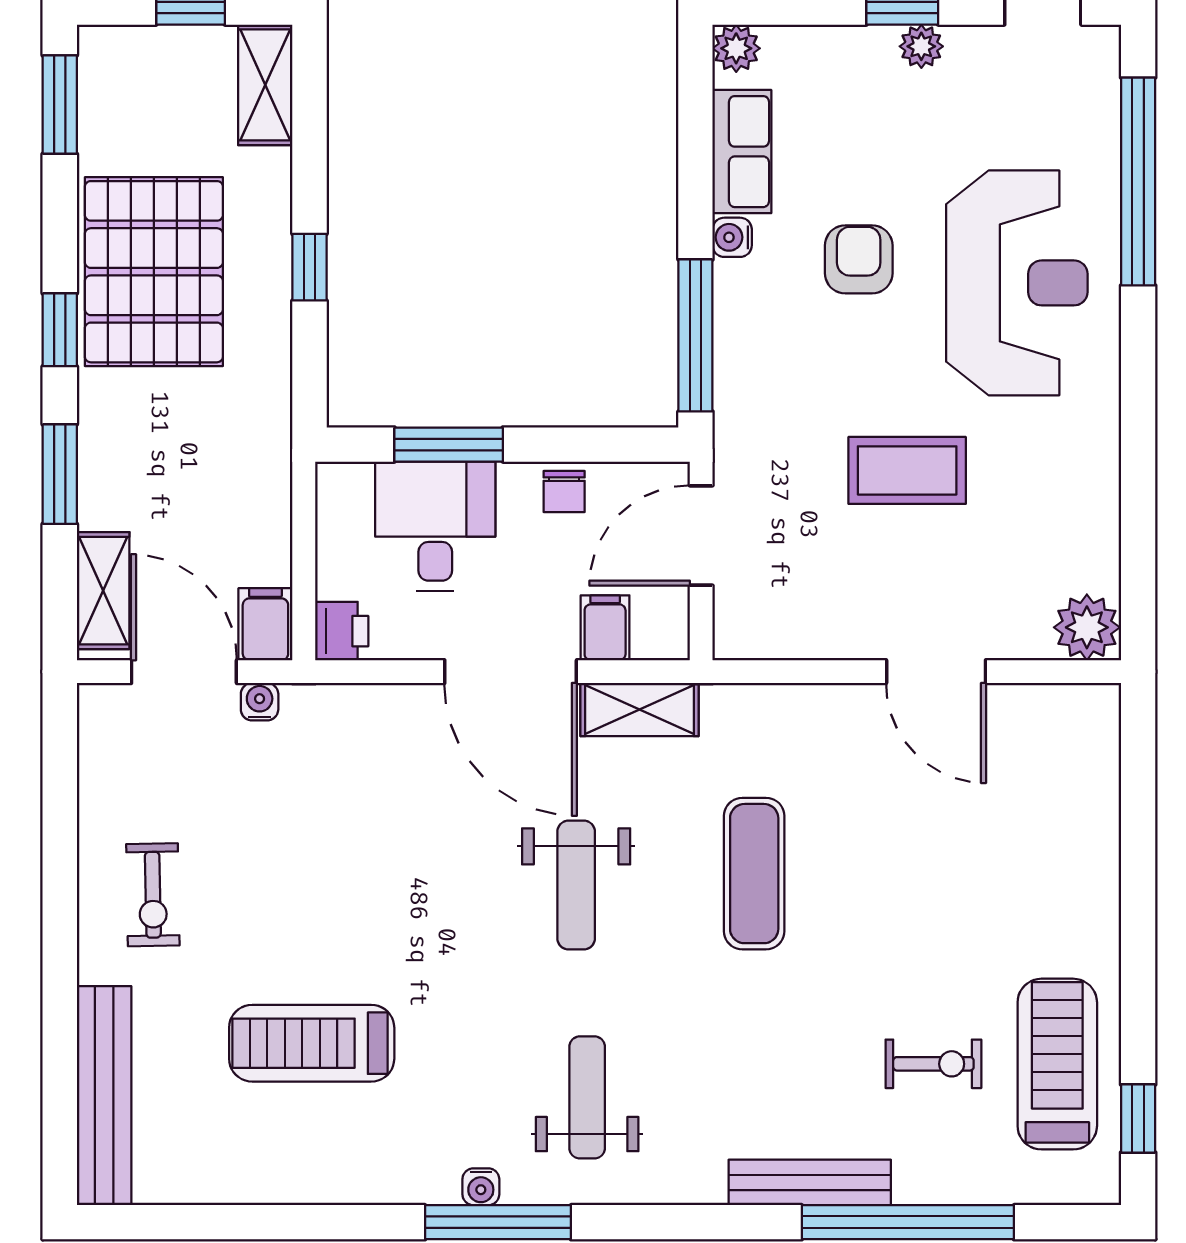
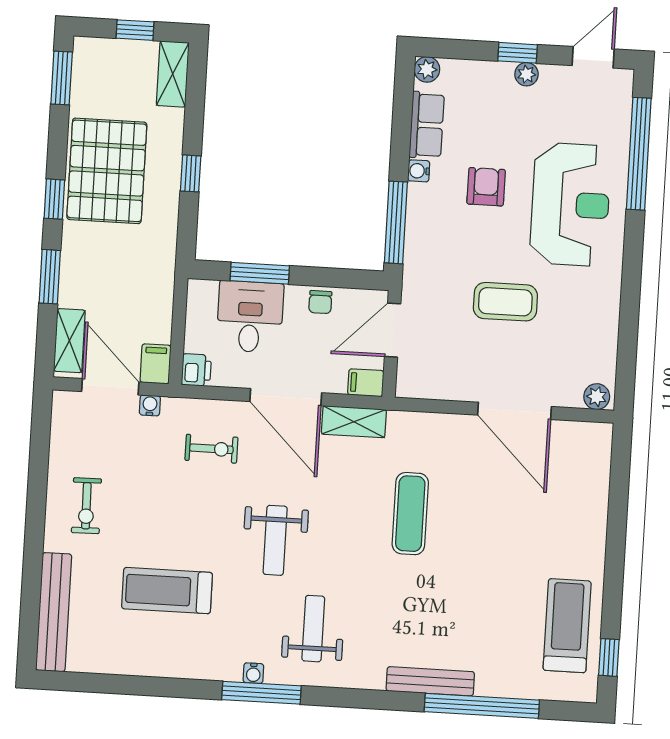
plant: (1087, 627) -> (597, 397), width x0.73, depth x0.73
filing cabinet: (605, 628) -> (366, 383), moved, turned -90
door: (936, 672) -> (514, 411), width x1.36
weight bench: (576, 885) -> (275, 540), moved
exercise bike: (933, 1064) -> (211, 449), moved

